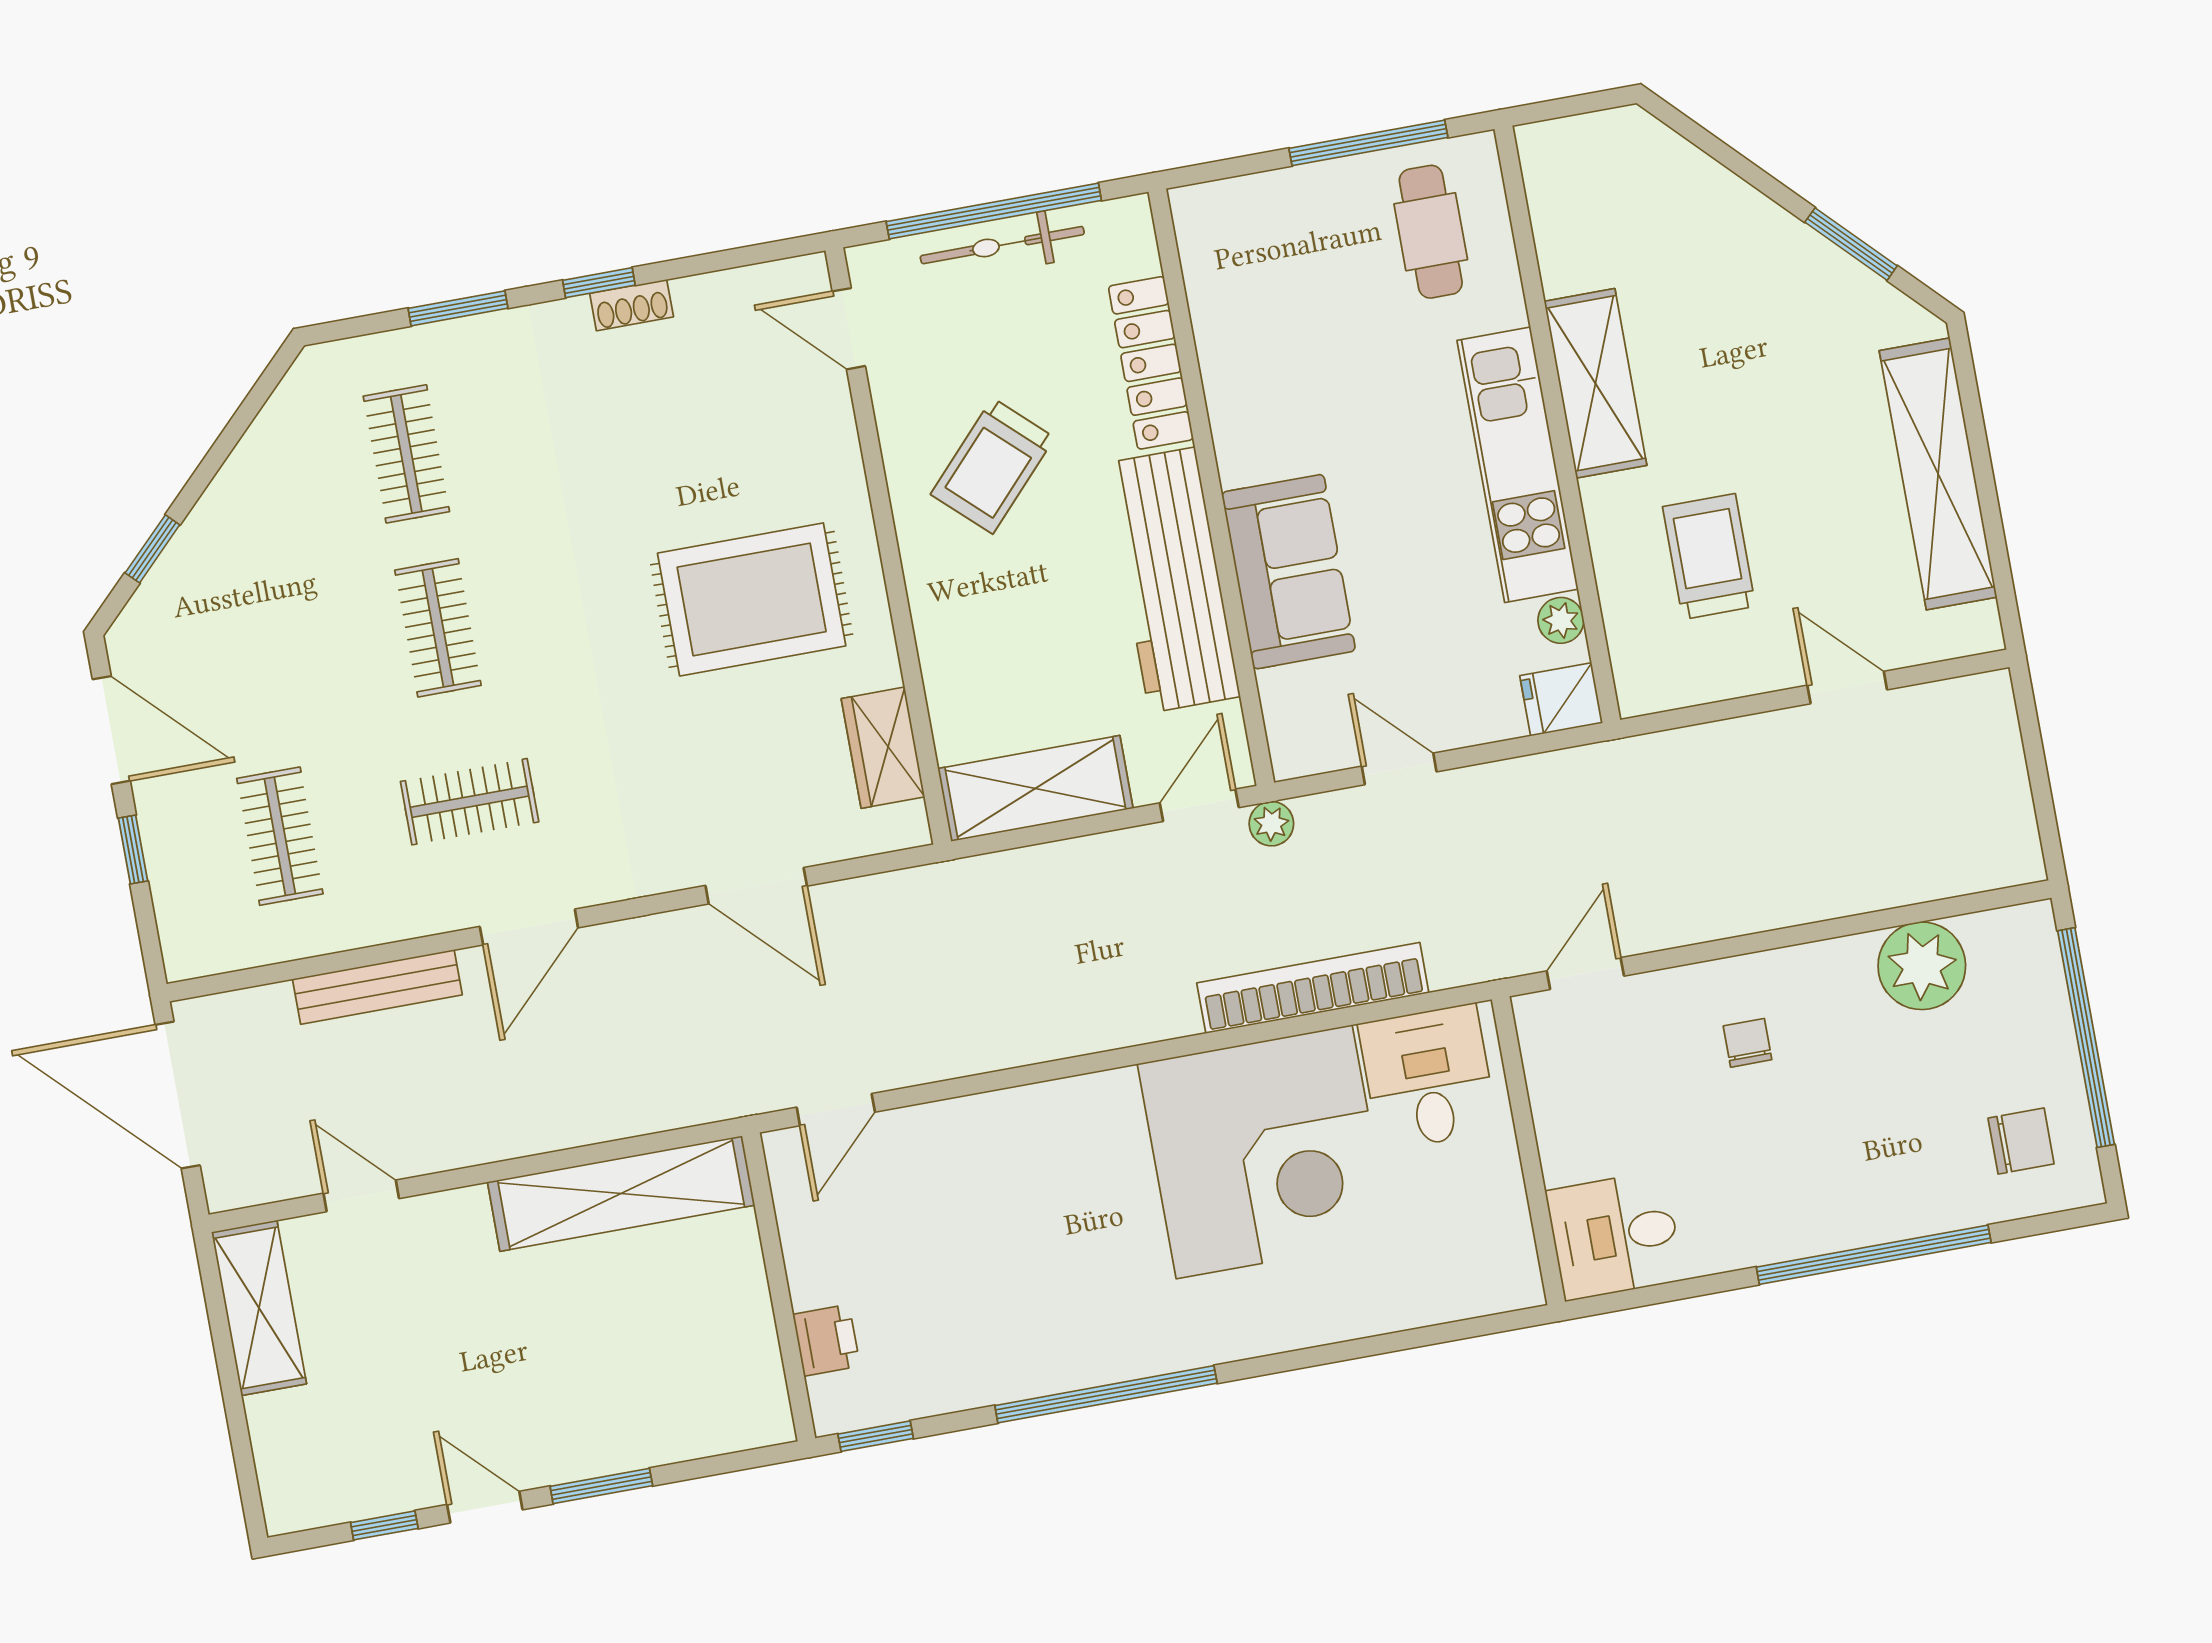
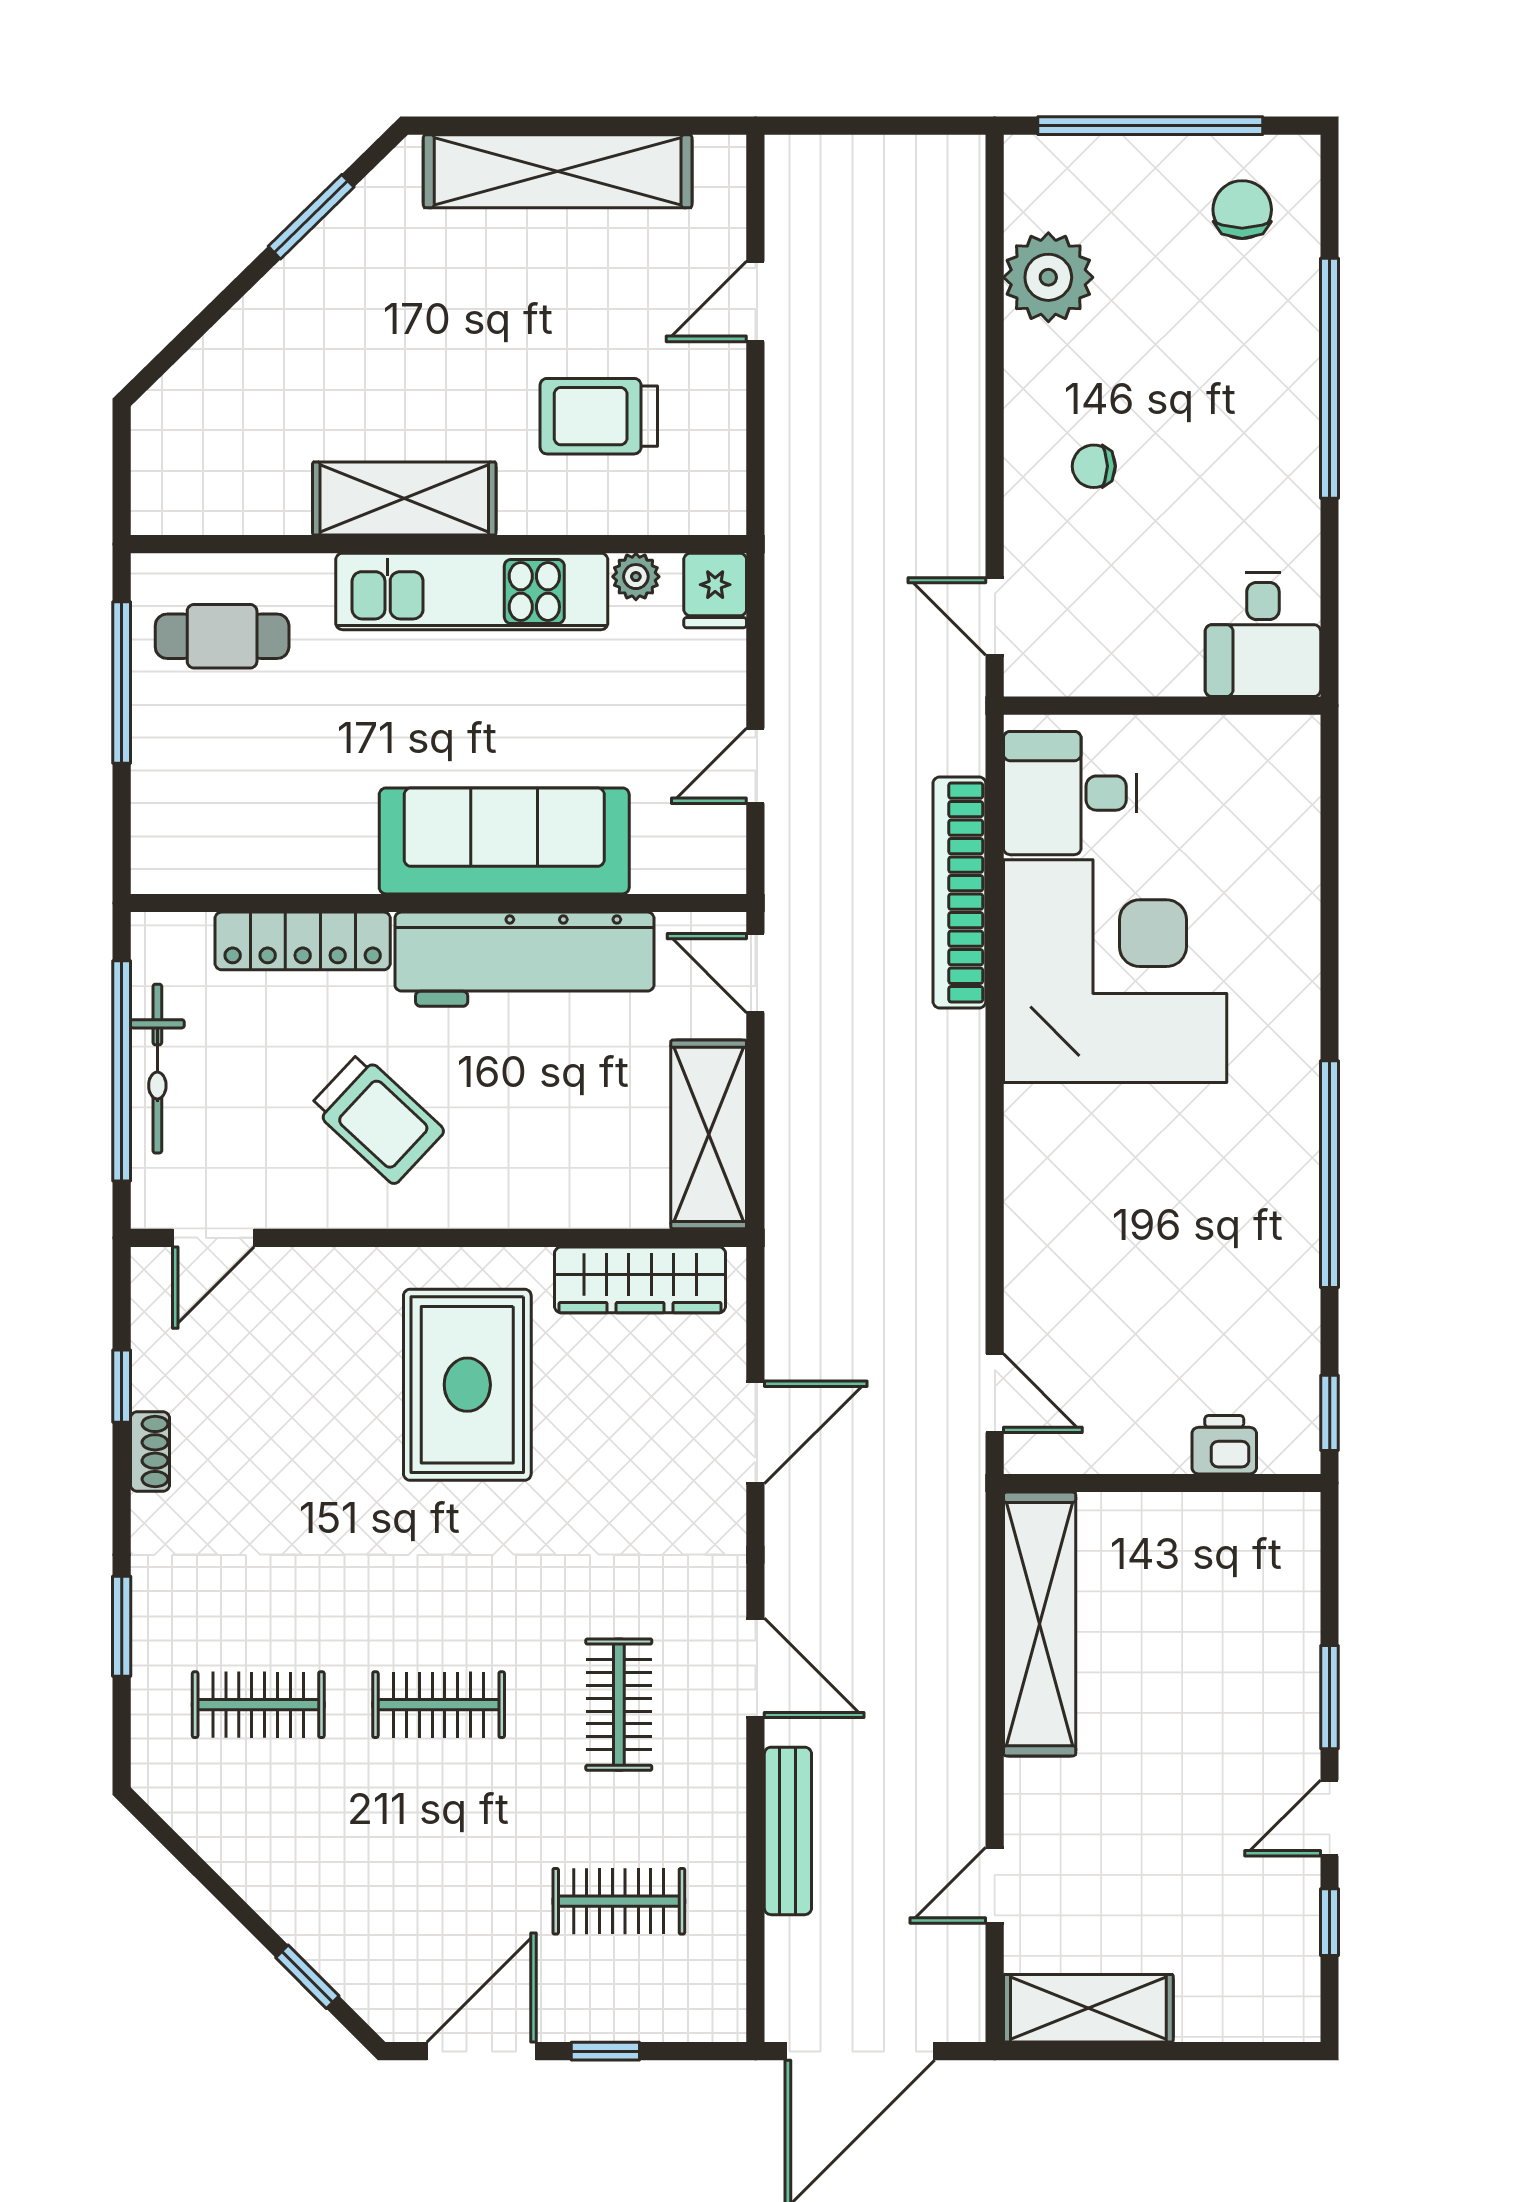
window: (599, 283) -> (122, 1386), moved
sofa: (1288, 572) -> (504, 841), width x1.36
wardrobe: (883, 748) -> (640, 1280), width x1.50
plant: (1271, 824) -> (787, 904), removed

